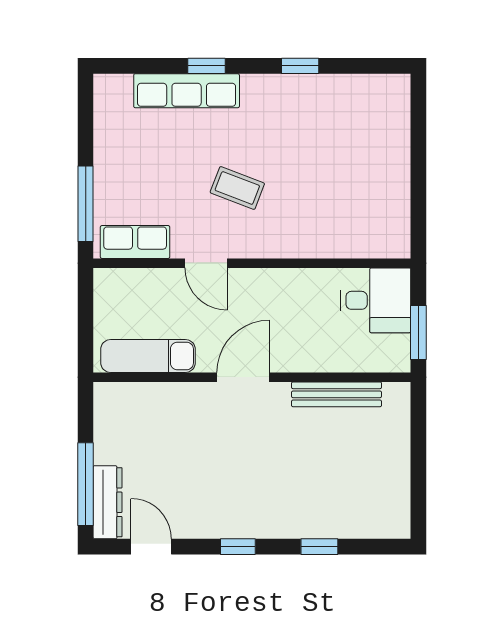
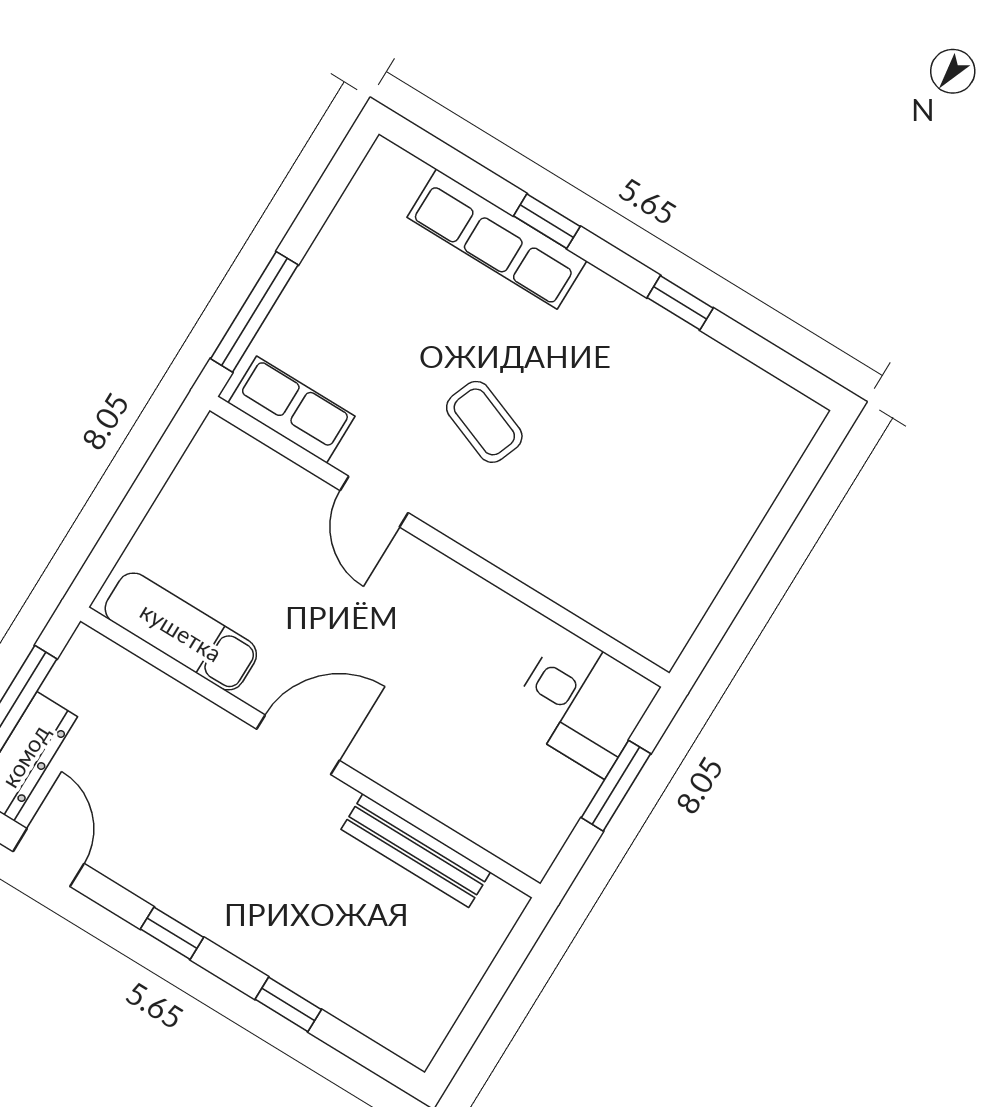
exam couch: (148, 356) -> (181, 632), moved
door: (243, 377) -> (298, 745), moved
wall: (252, 377) -> (310, 752), moved
bench: (336, 394) -> (416, 851), moved

